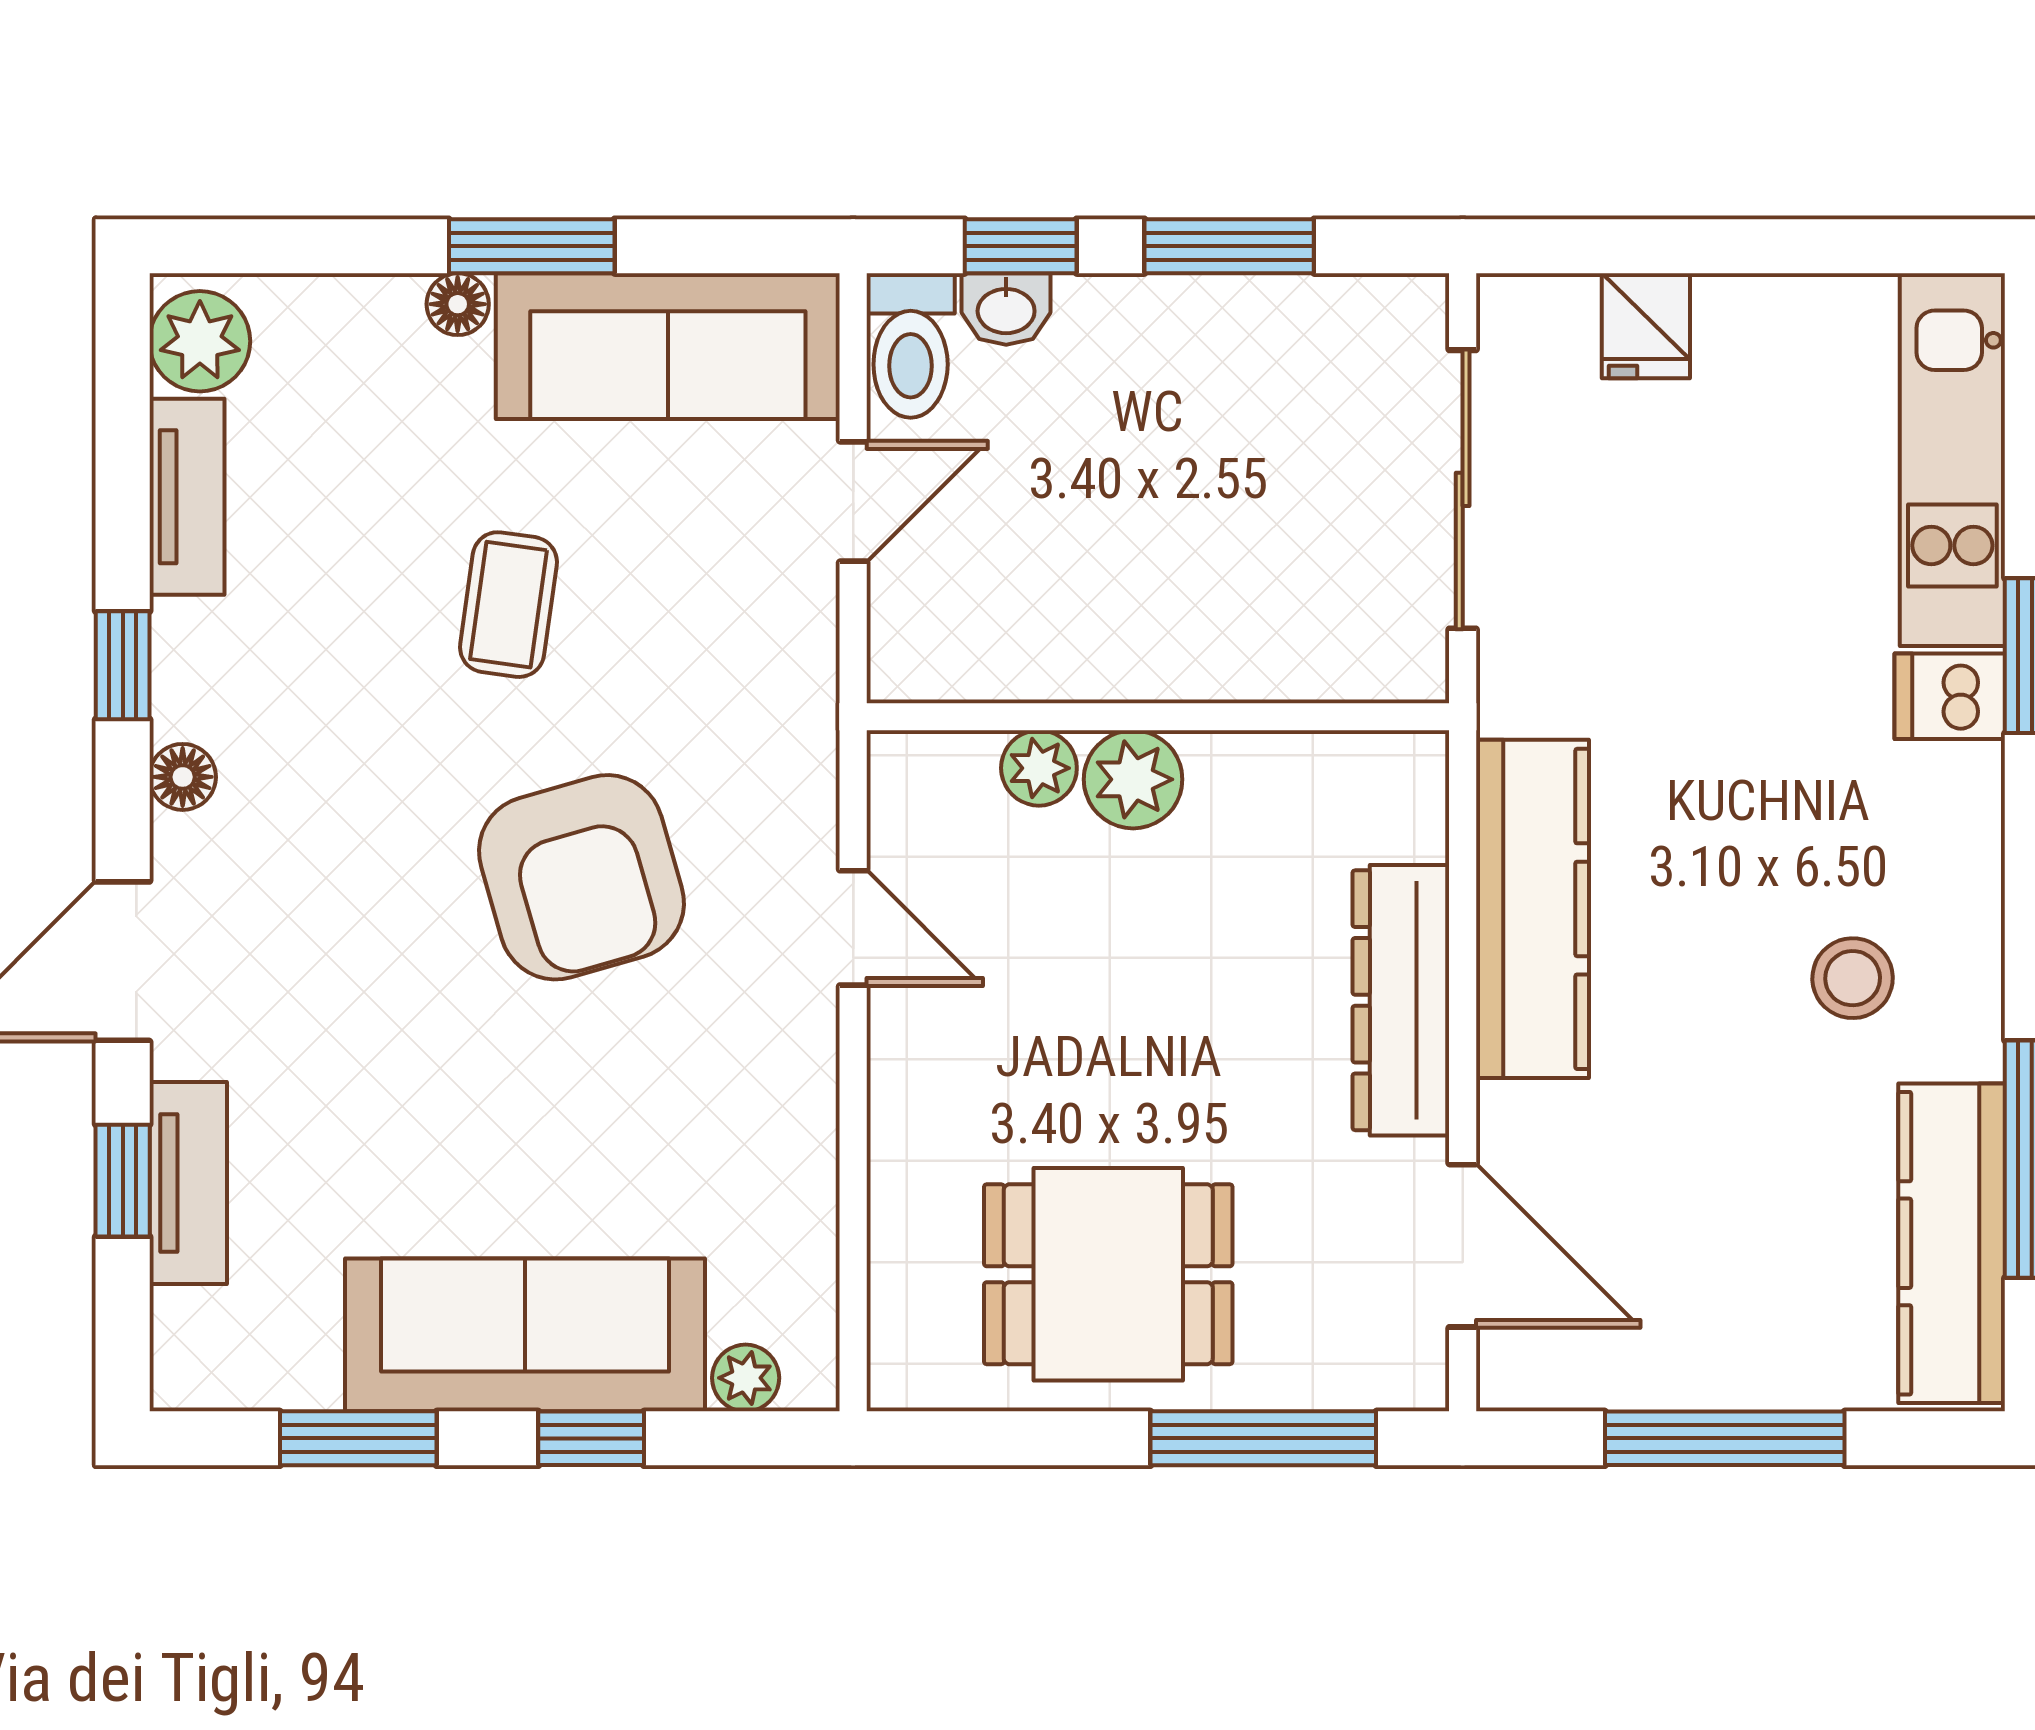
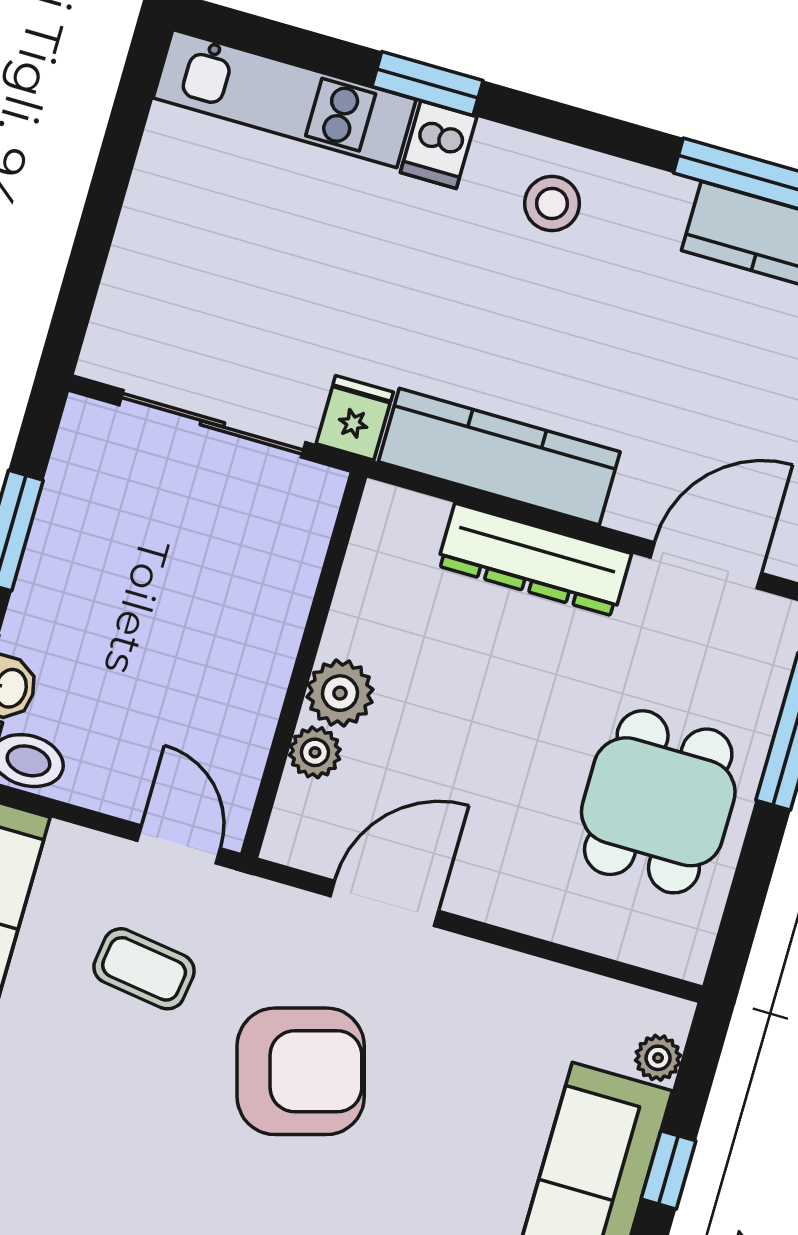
fridge: (1646, 326) -> (355, 418), moved, turned -90
door: (853, 501) -> (179, 844), moved
coffee table: (508, 605) -> (144, 969), moved
door: (853, 928) -> (385, 903), width x1.38
stool: (1853, 978) -> (552, 203), moved

